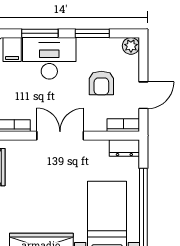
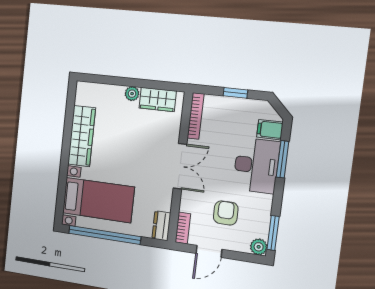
window: (92, 33) -> (273, 233), moved
armchair: (101, 83) -> (226, 213), turned 90
door: (143, 95) -> (209, 251), hinge flipped

